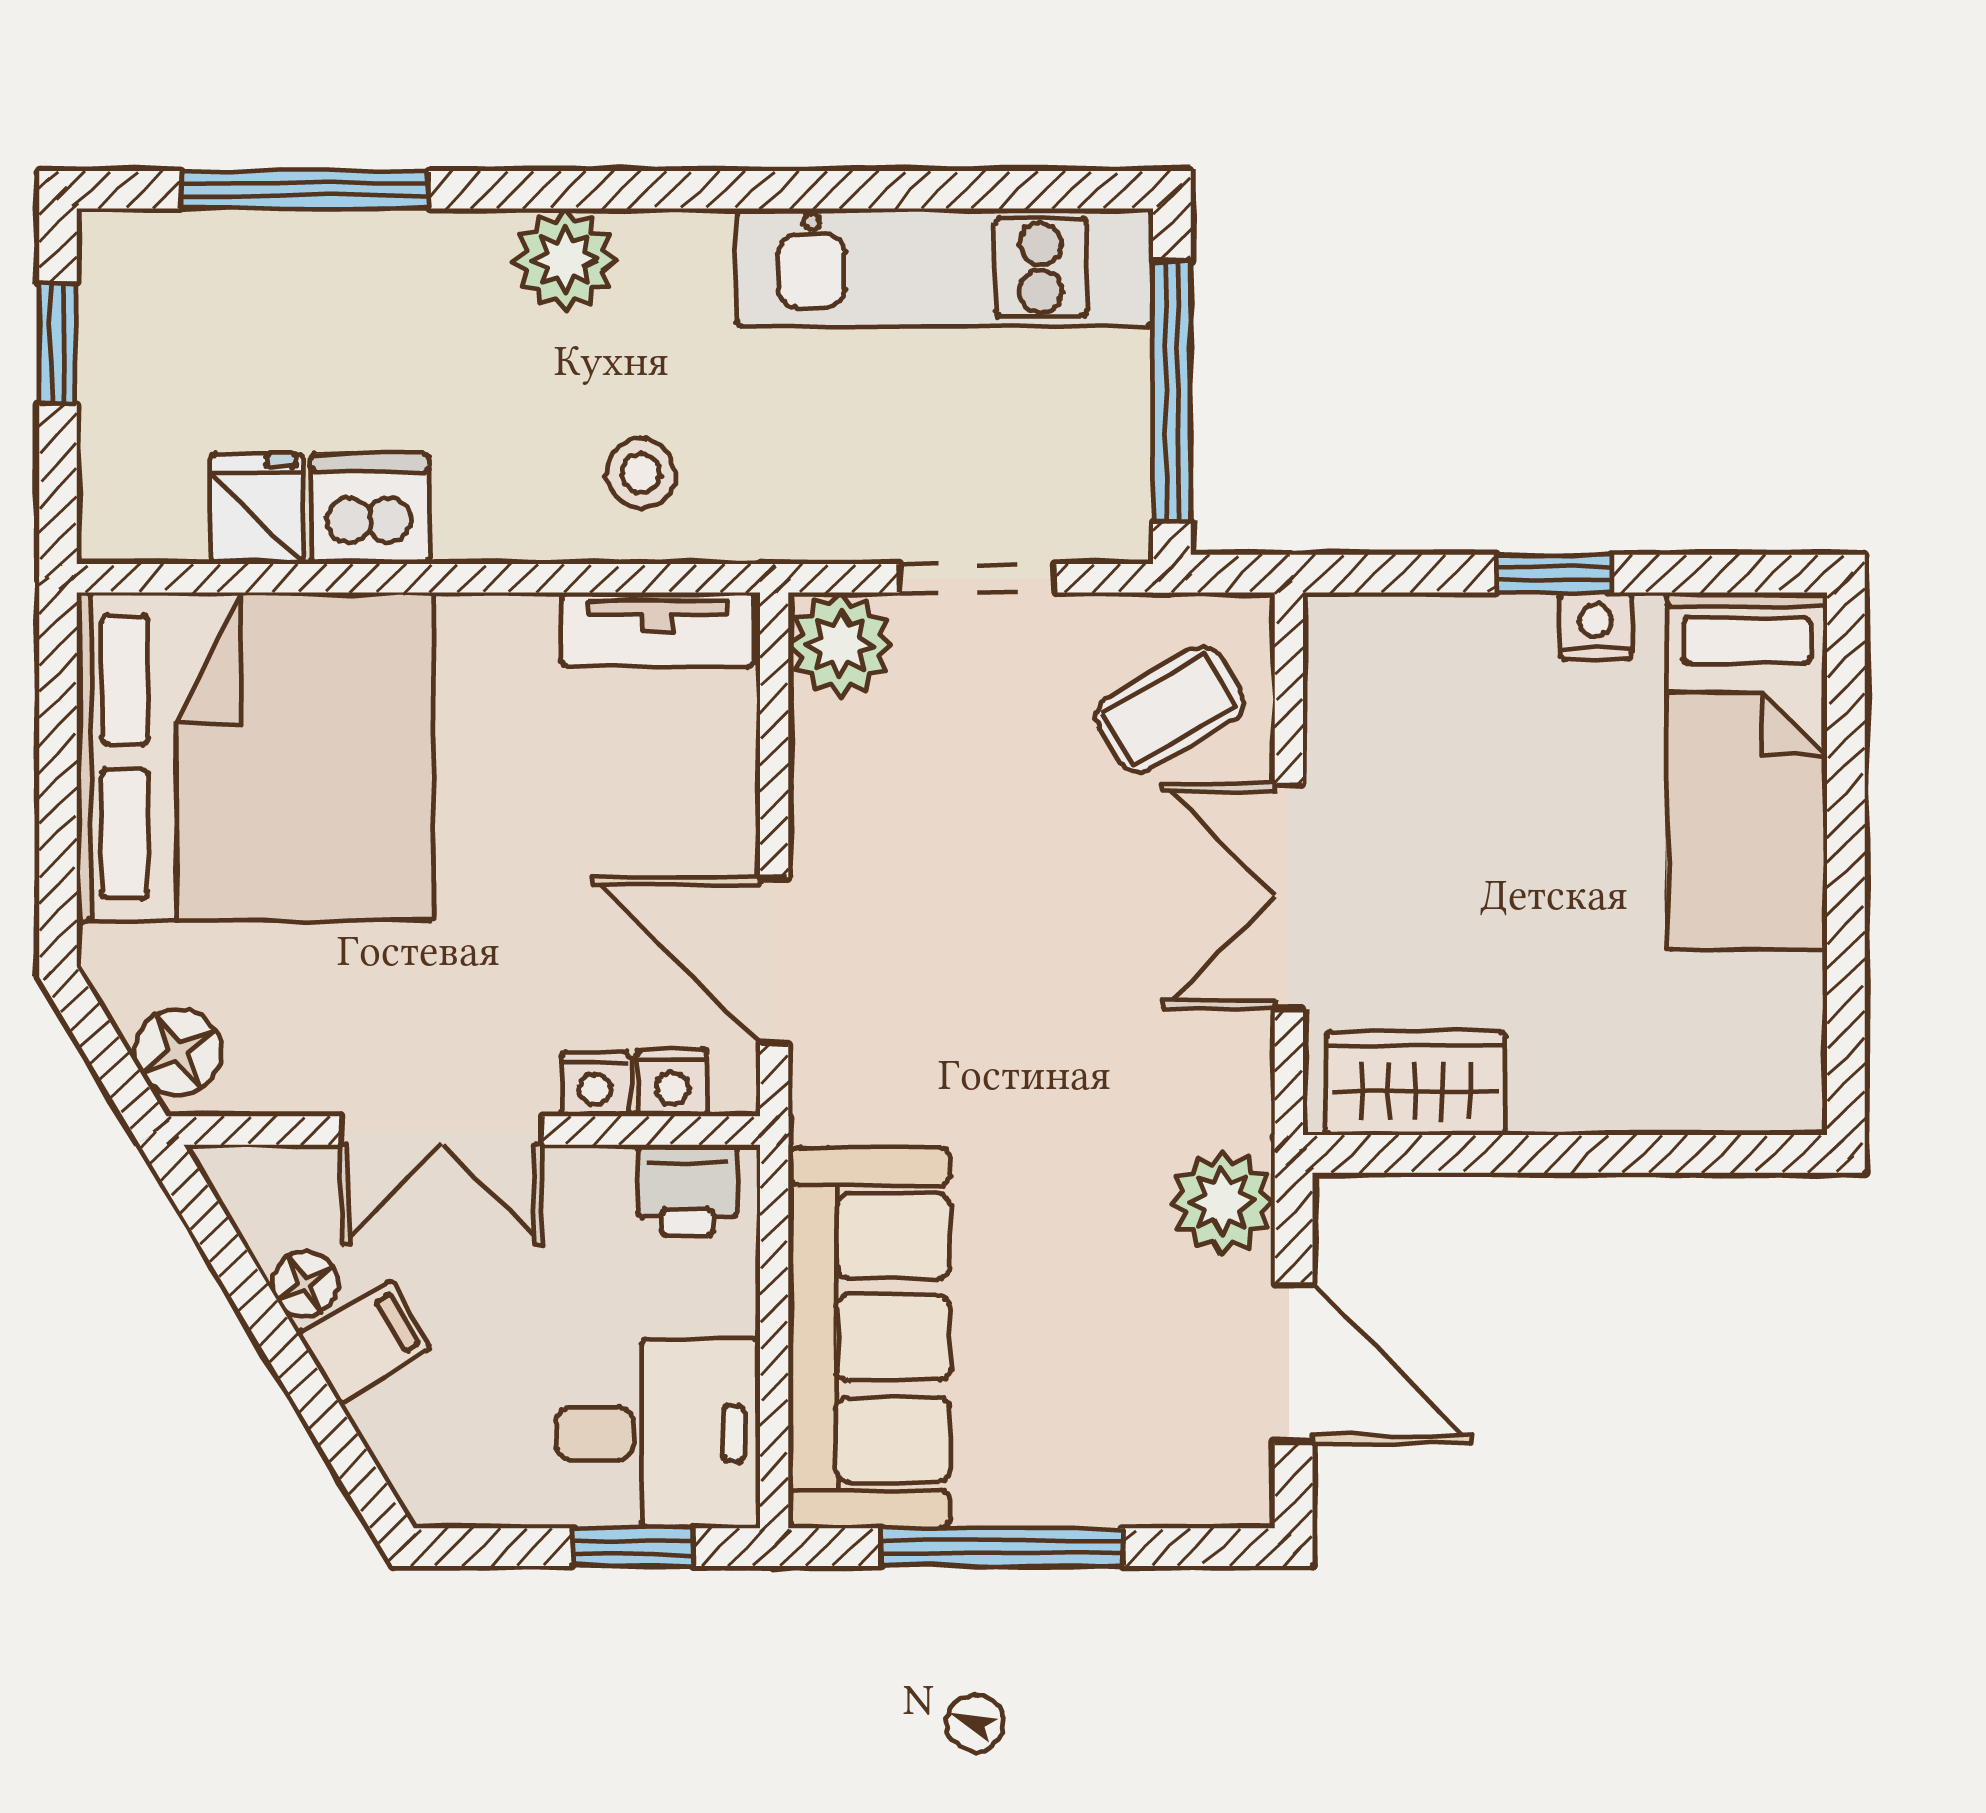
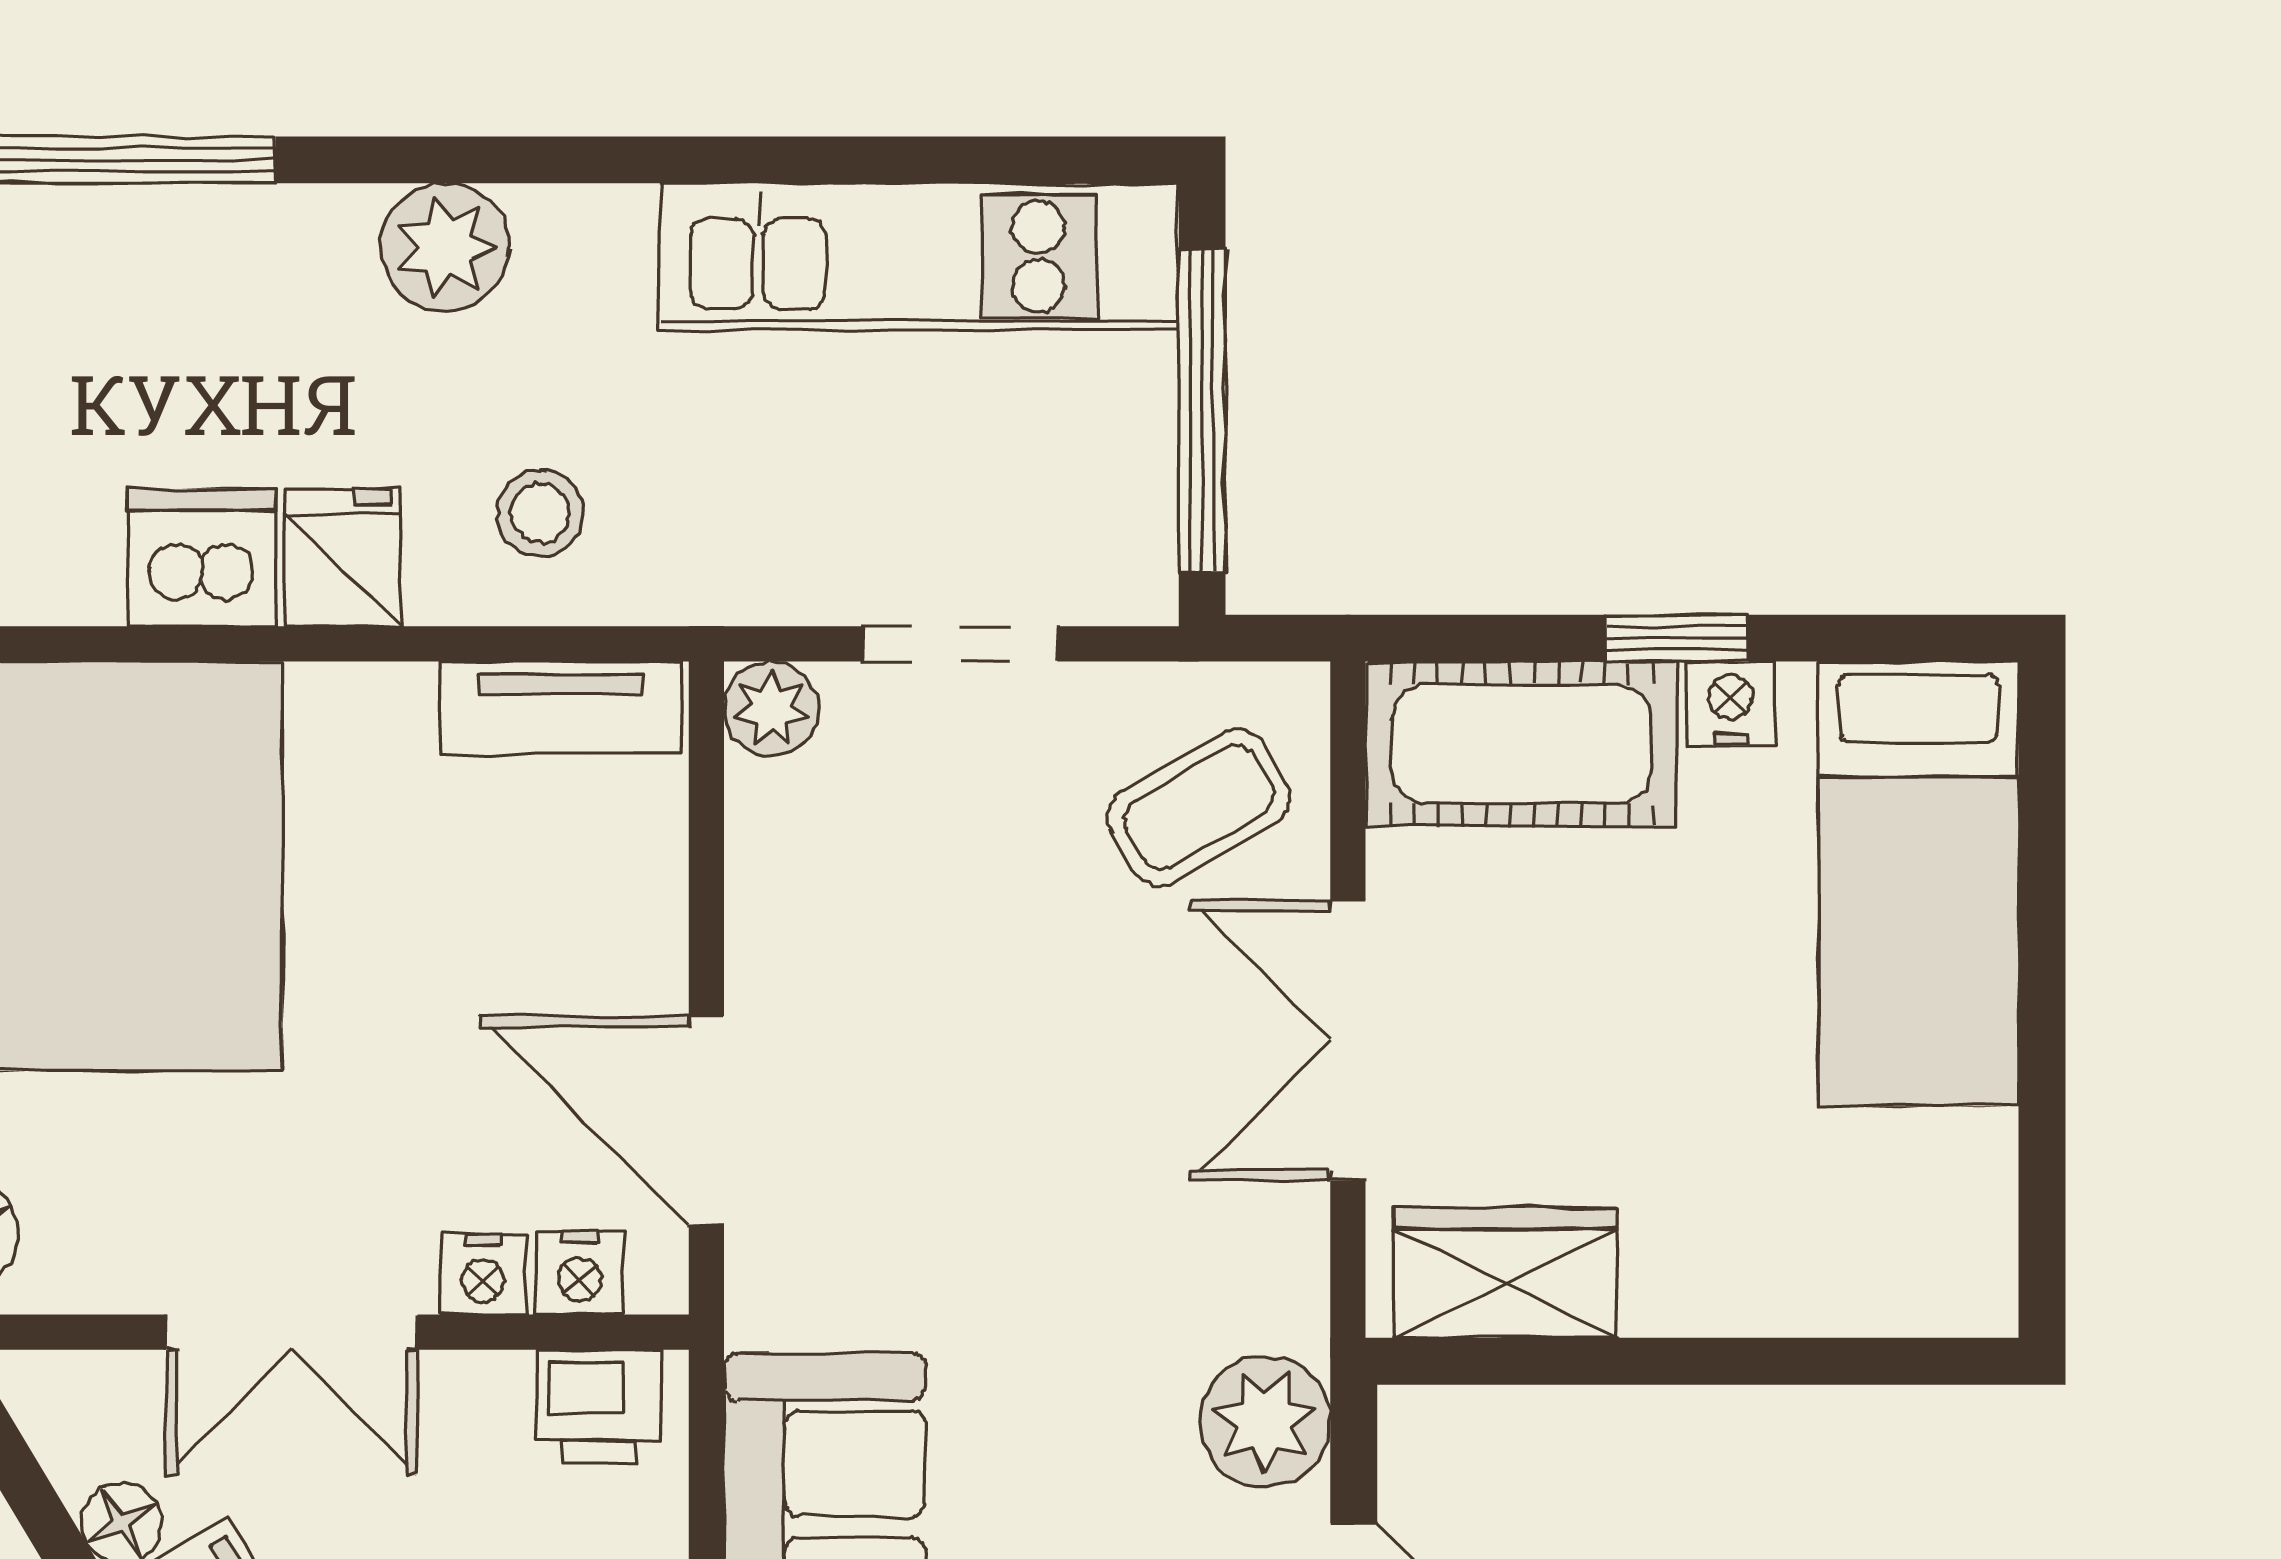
fridge: (257, 509) -> (343, 558), moved
plant: (841, 645) -> (771, 709), width x0.73, depth x0.73
cot: (1429, 658) -> (1522, 744), added

